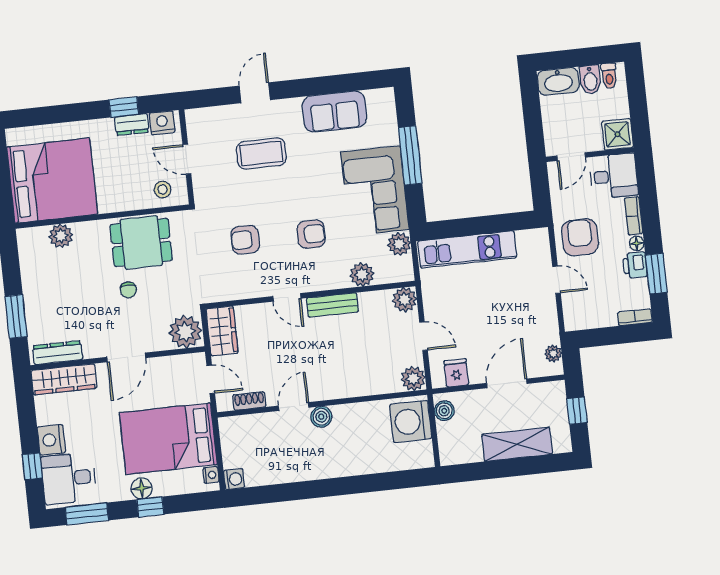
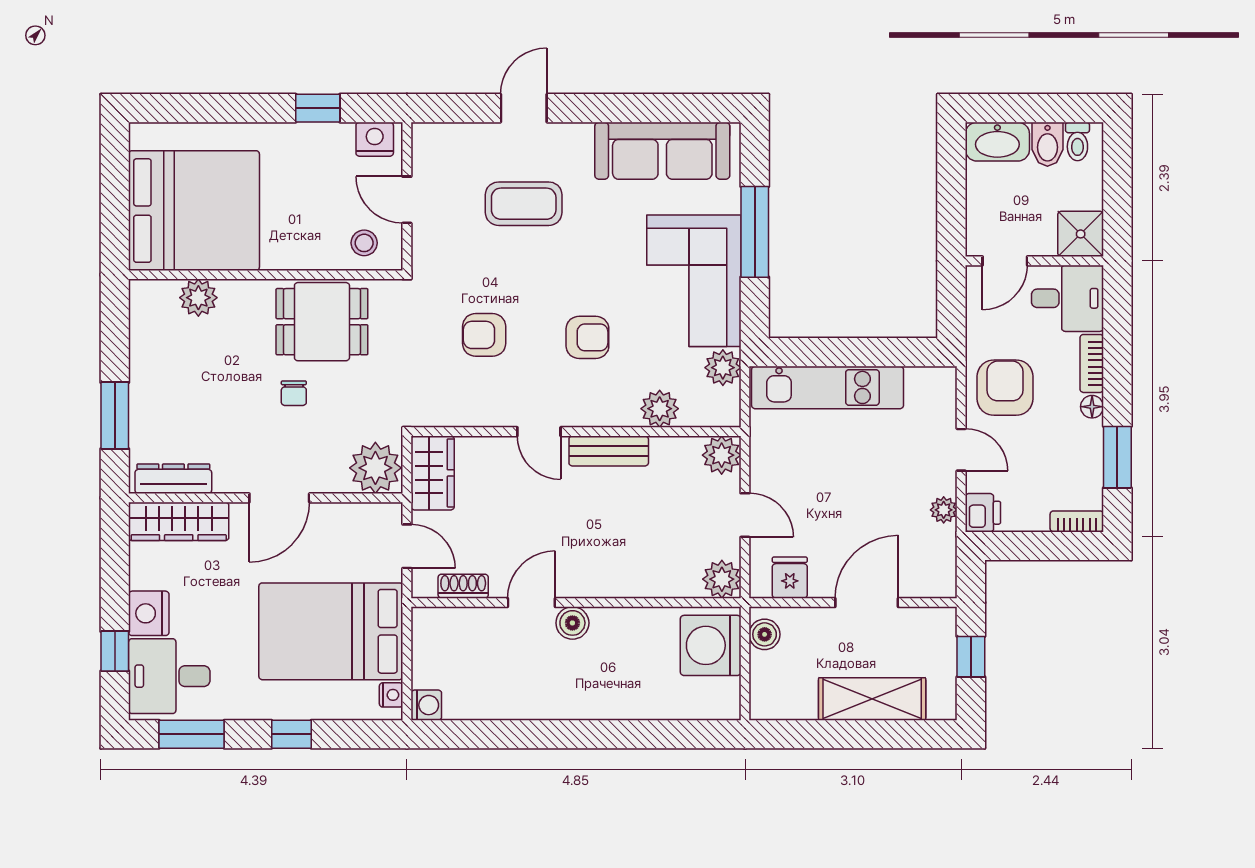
sofa: (334, 112) -> (662, 151), width x1.36
dresser: (132, 125) -> (327, 137), removed
printer: (635, 265) -> (983, 513), moved, turned 180
plant: (553, 354) -> (944, 510), moved
floor lamp: (142, 488) -> (281, 704), removed

